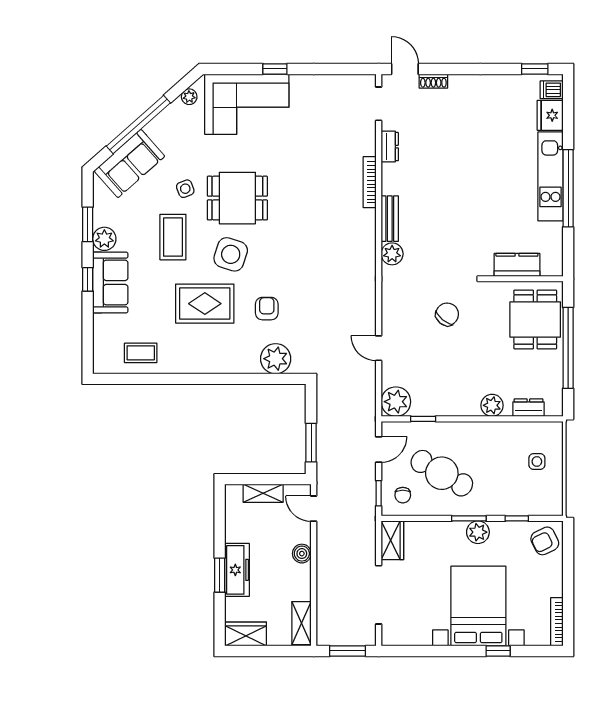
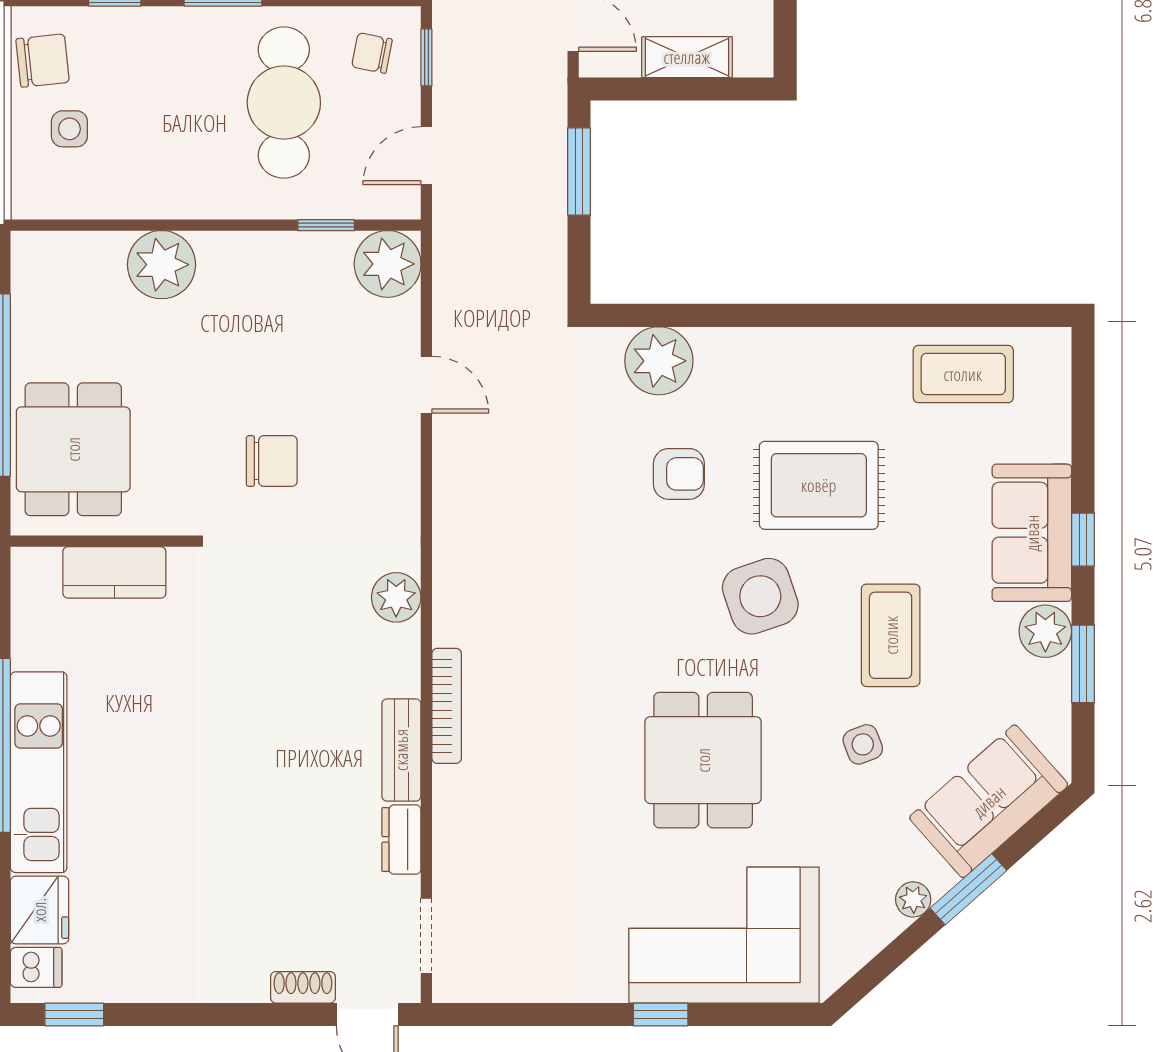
plant: (189, 97) -> (913, 899), moved
window: (138, 124) -> (969, 889), width x0.47
bookcase: (370, 182) -> (447, 706), moved
dining table: (237, 198) -> (703, 760), moved, turned 90
bench: (390, 219) -> (401, 750), moved
side table: (231, 254) -> (760, 596), turned -37
armchair: (267, 309) -> (679, 474), turned -90
chair: (447, 314) -> (272, 461), turned -129
coffee table: (141, 353) -> (963, 374), width x1.36, depth x1.30
plant: (492, 405) -> (162, 265), width x1.36, depth x1.36
dresser: (528, 408) -> (88, 250), removed
cafe table: (442, 473) -> (284, 103), turned 60
chair: (549, 492) -> (43, 61), added
chair: (403, 495) -> (372, 53), turned -79

